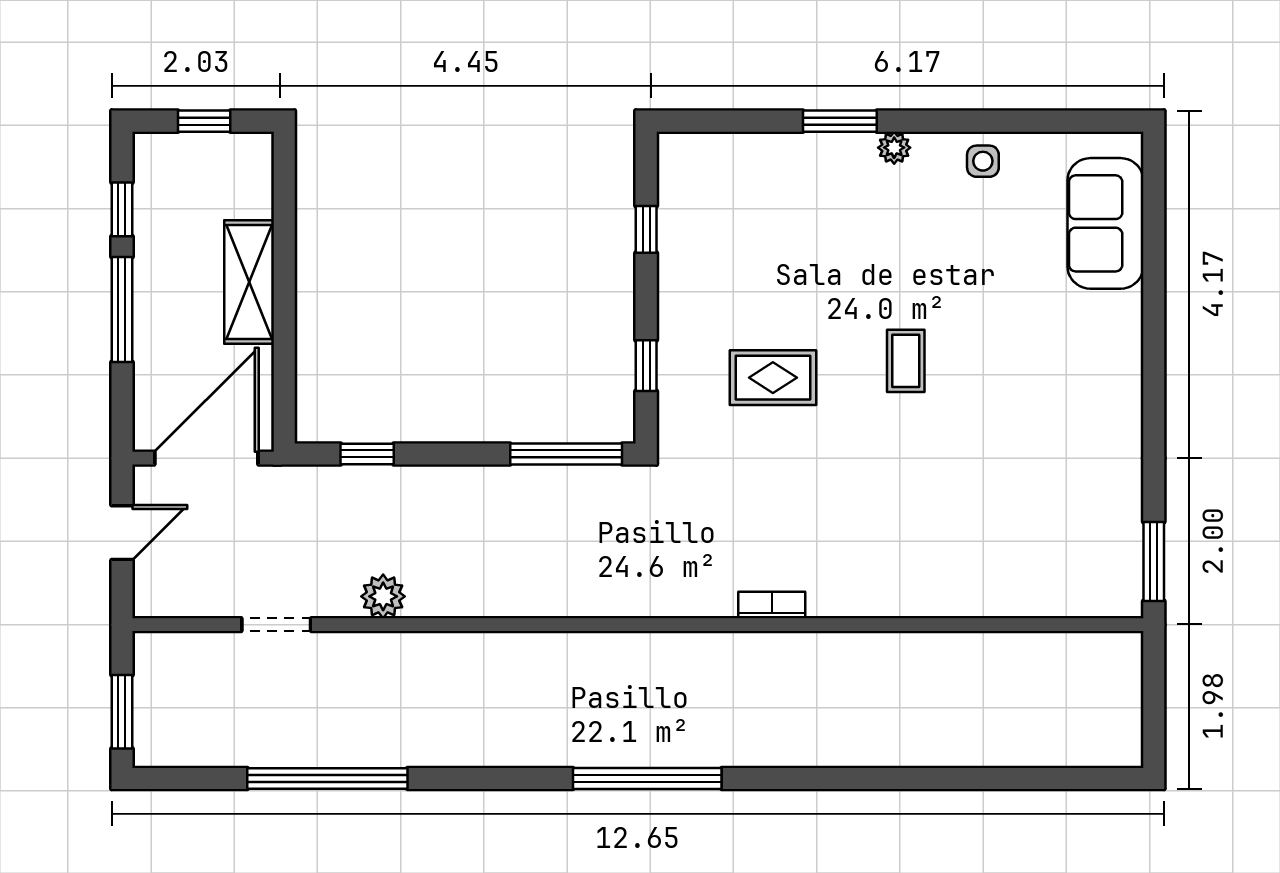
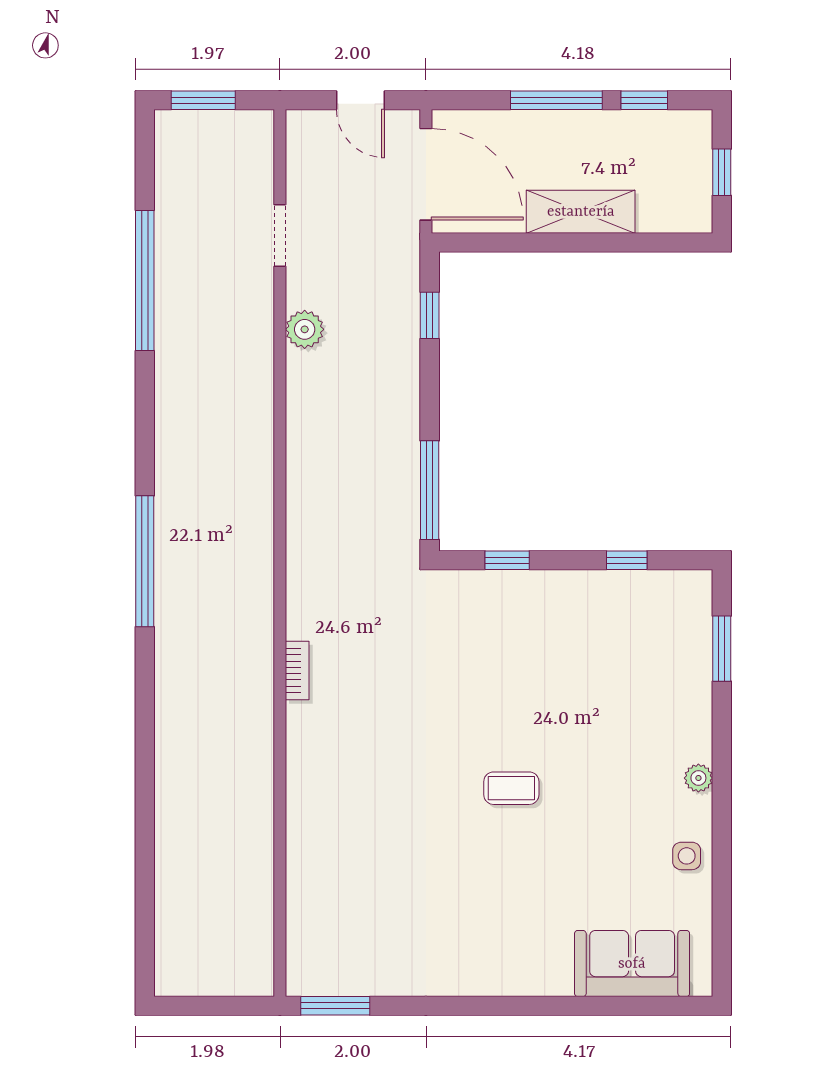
window: (840, 121) -> (722, 649), moved
rug: (773, 378) -> (497, 672), removed

